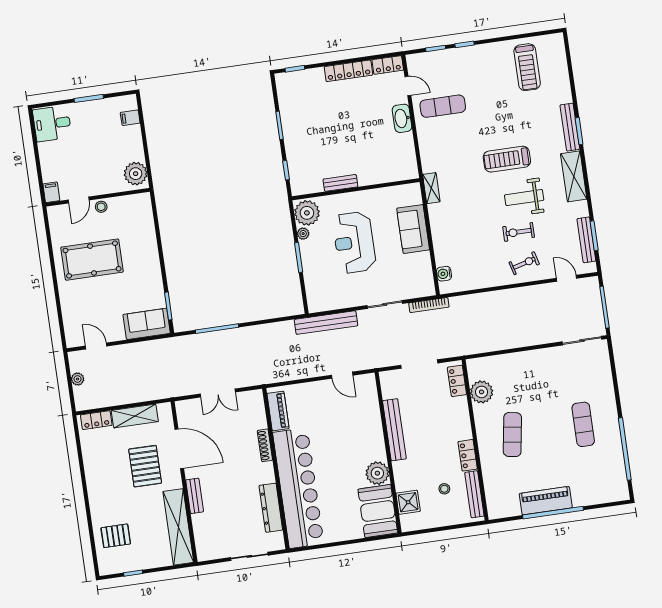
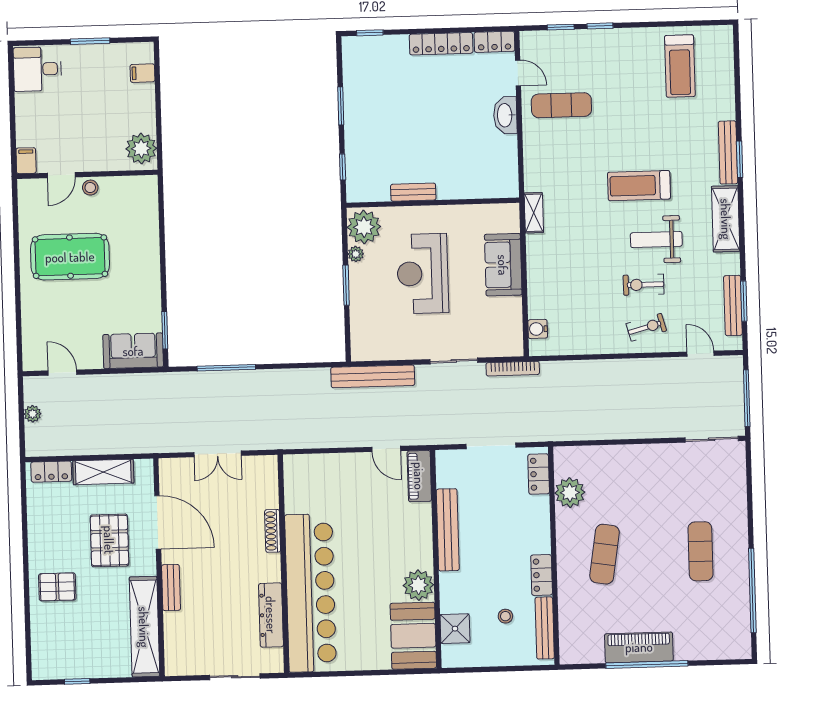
piano: (278, 411) -> (419, 476), moved, turned 180
pallet: (116, 536) -> (57, 587), moved

